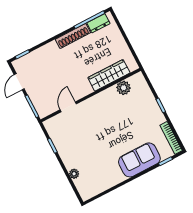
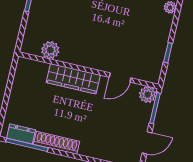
wardrobe: (109, 75) -> (73, 79), moved
plant: (43, 111) -> (148, 95), added

